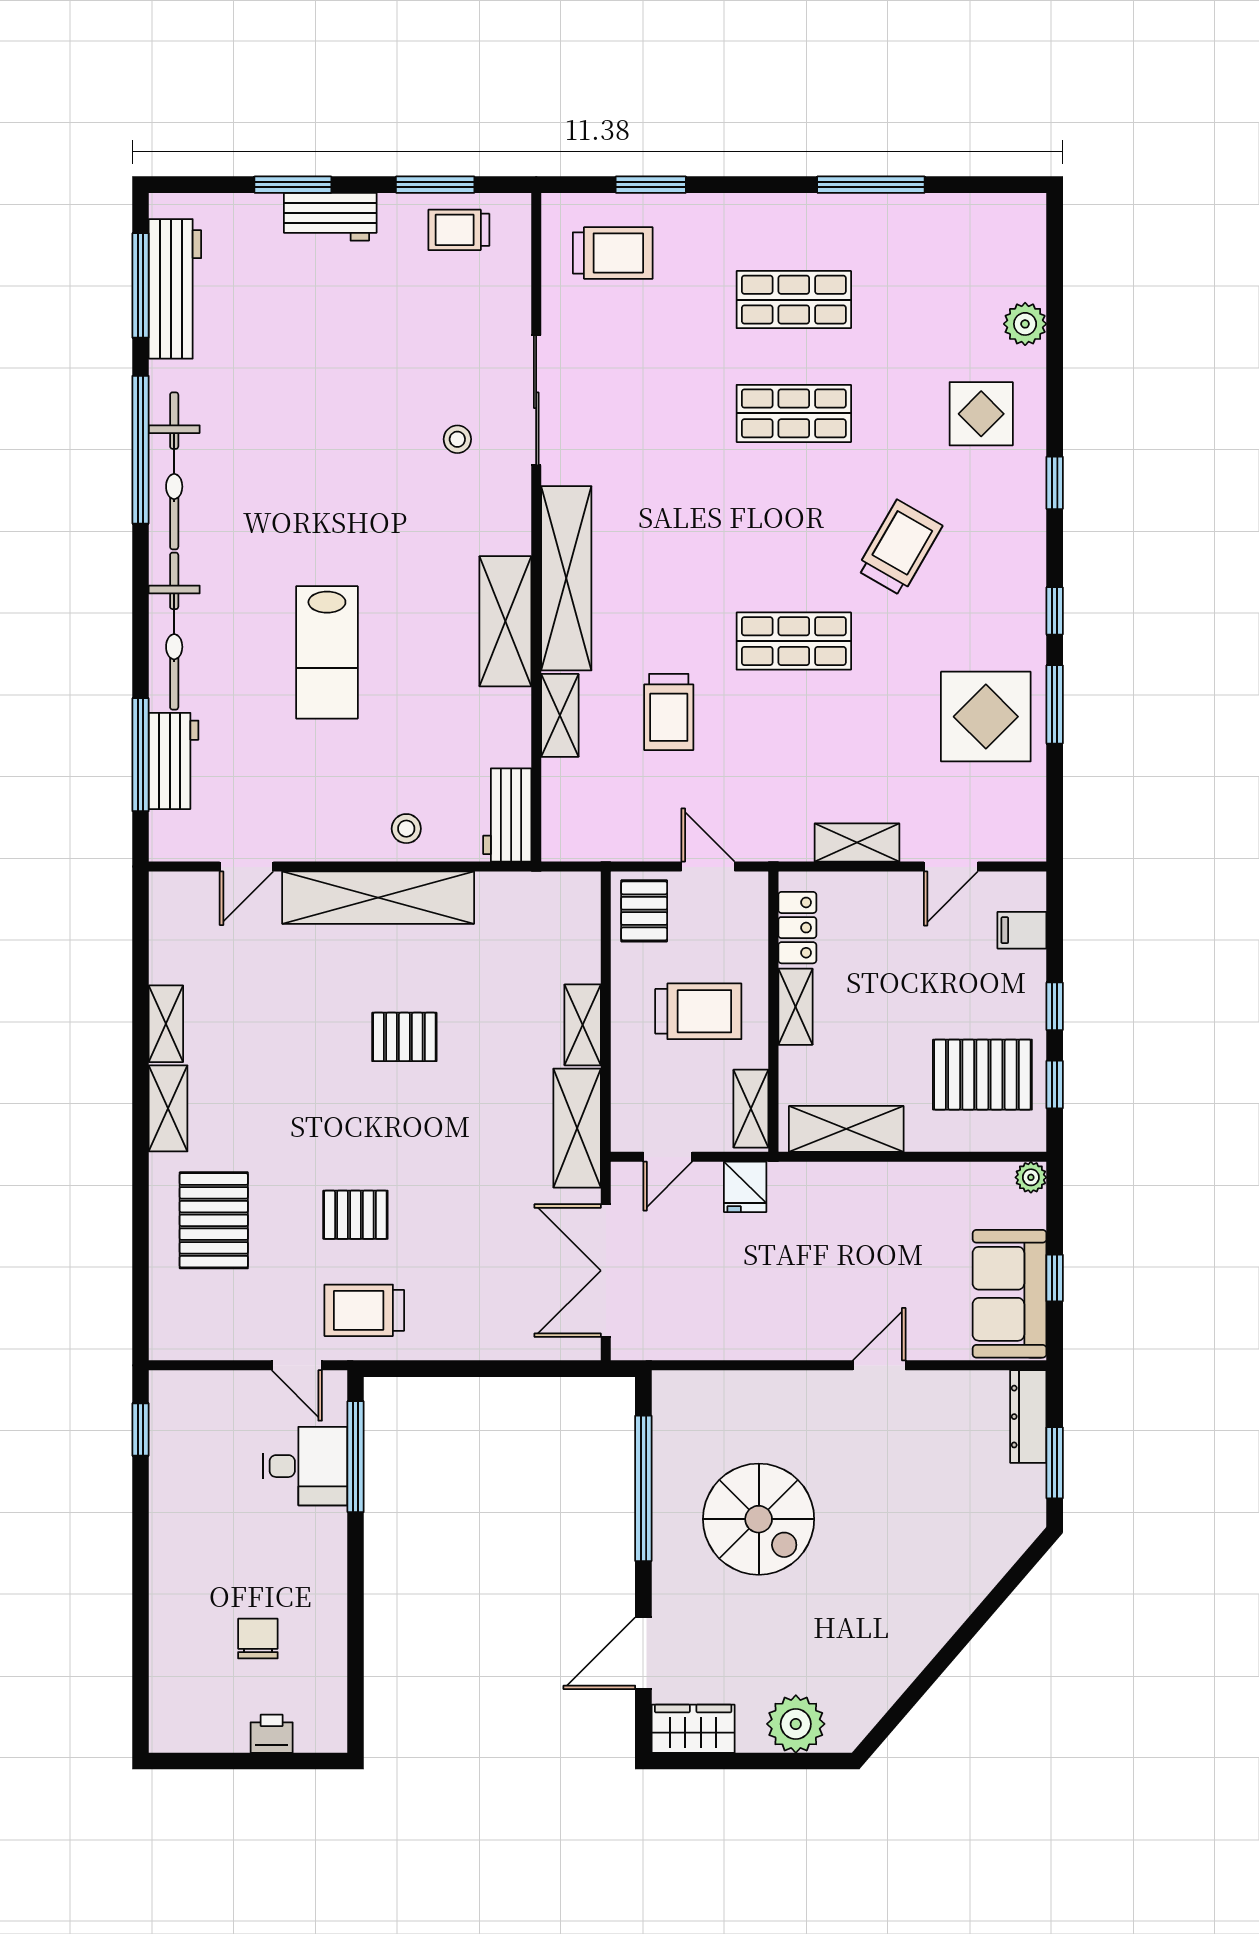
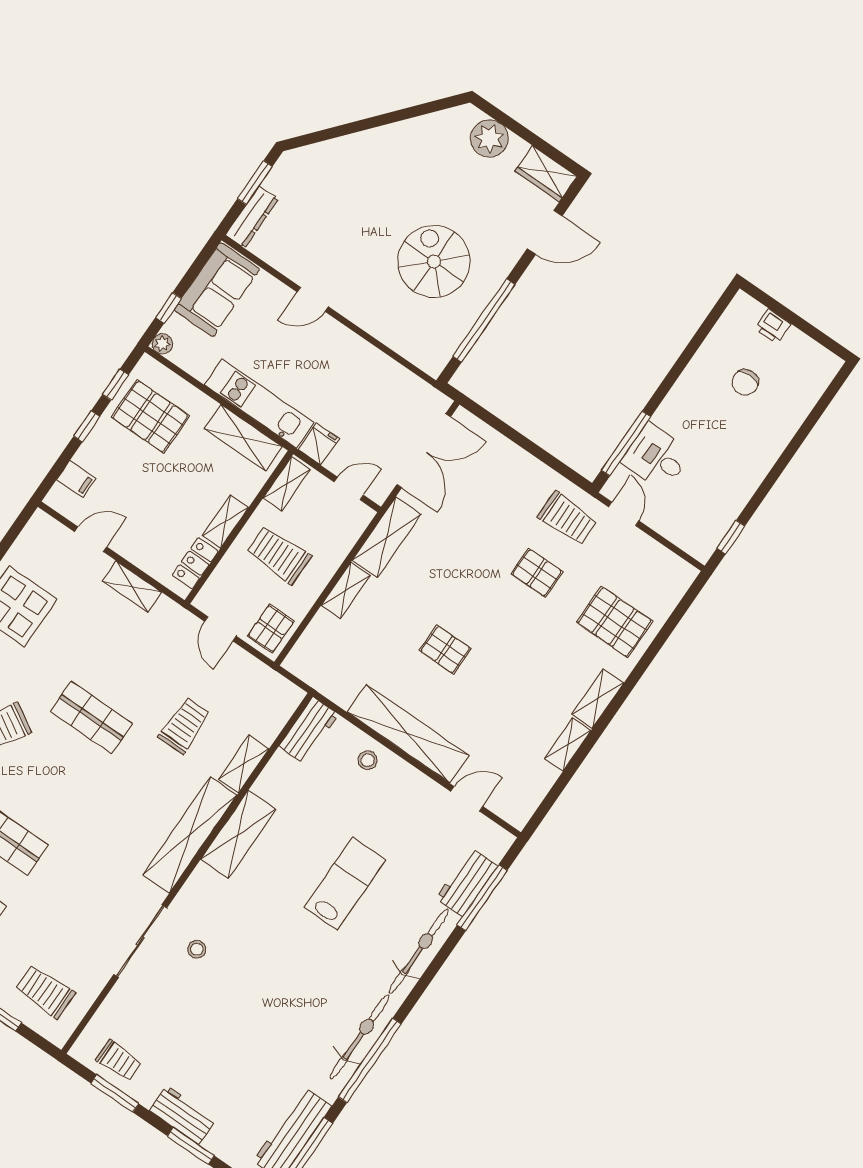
kitchen unit: (856, 1186) -> (259, 404), added
pallet: (214, 1220) -> (615, 622), turned 90
window: (1055, 1278) -> (168, 308), moved

